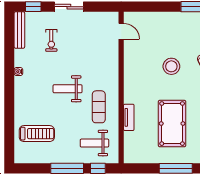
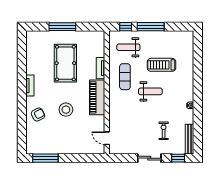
piano: (133, 81) -> (97, 97), added
treadmill: (37, 134) -> (162, 65), moved
weight bench: (94, 143) -> (128, 47), turned 180

